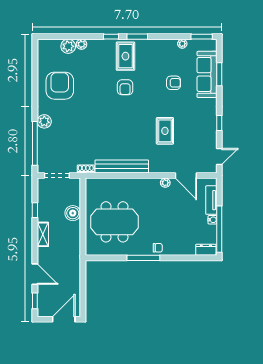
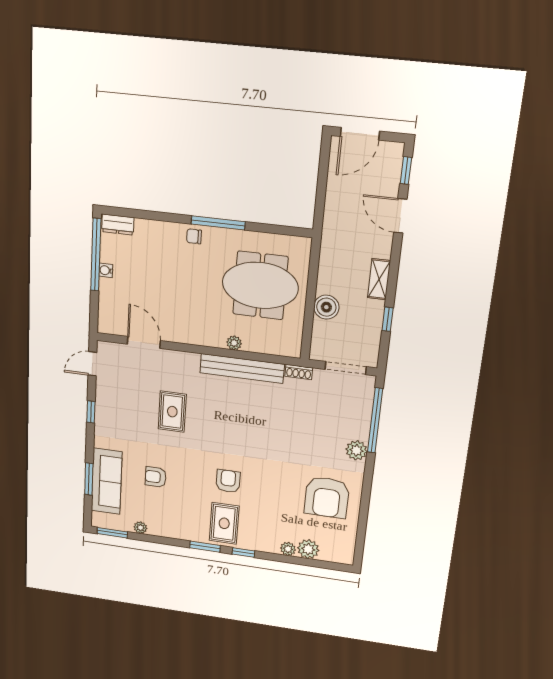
plant: (165, 183) -> (234, 343), moved
tv unit: (211, 200) -> (107, 301), removed

